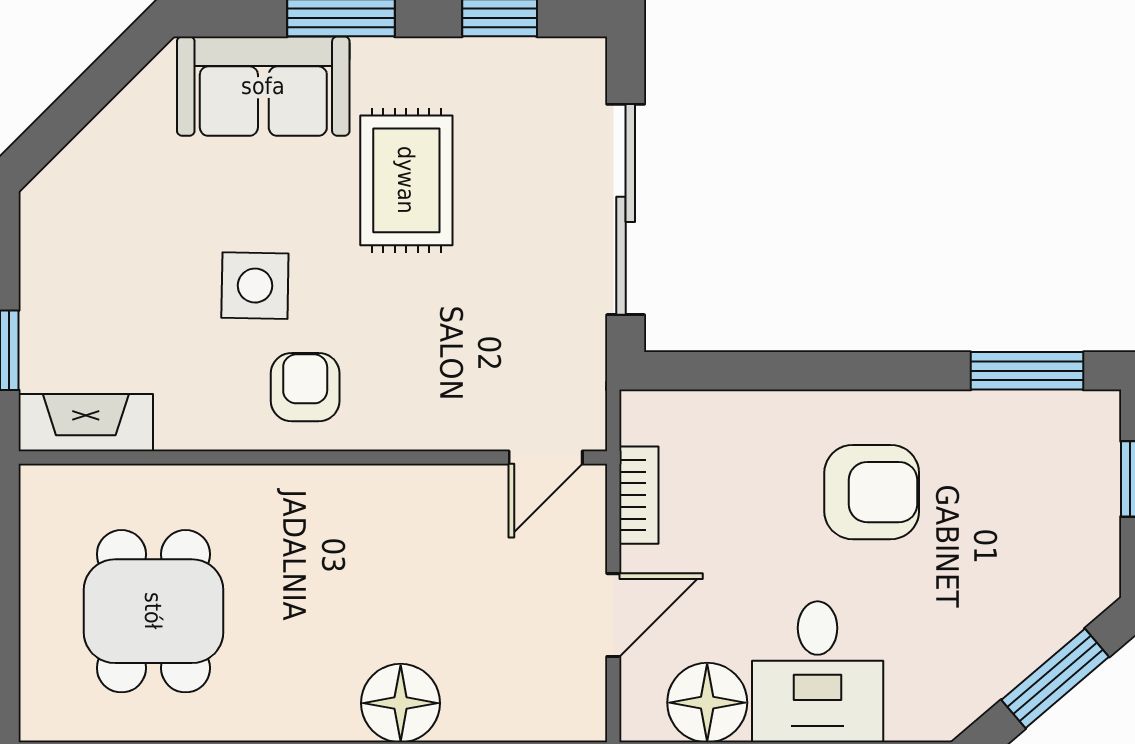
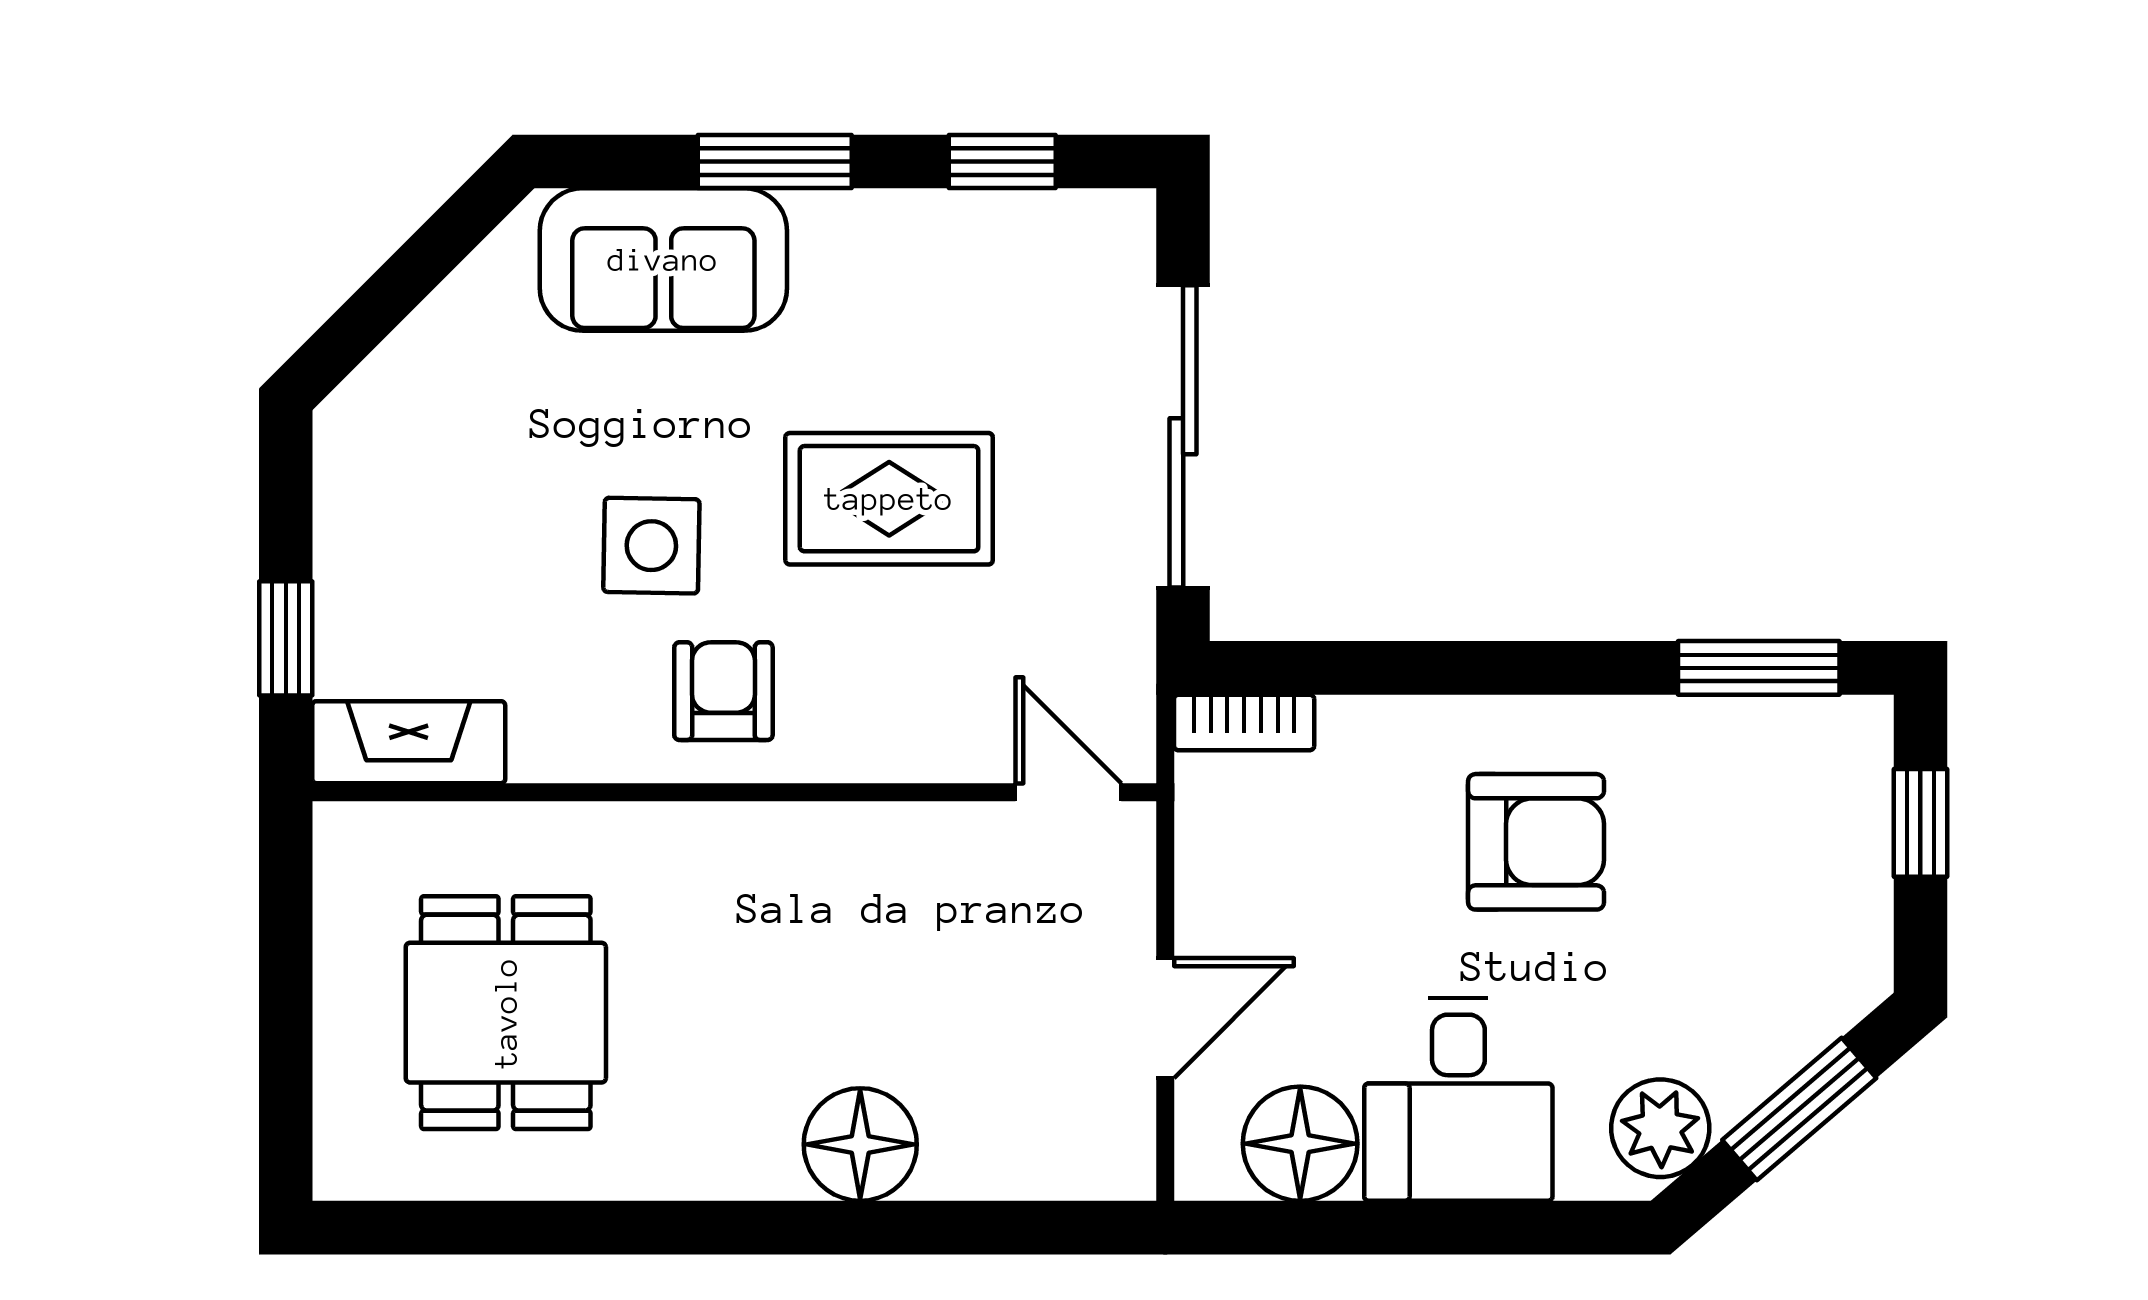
rug: (406, 180) -> (889, 499), moved, turned 90
door: (546, 458) -> (1068, 792), swing flipped
bookcase: (639, 495) -> (1244, 722), moved, turned 90
plant: (958, 692) -> (1660, 1128), added

